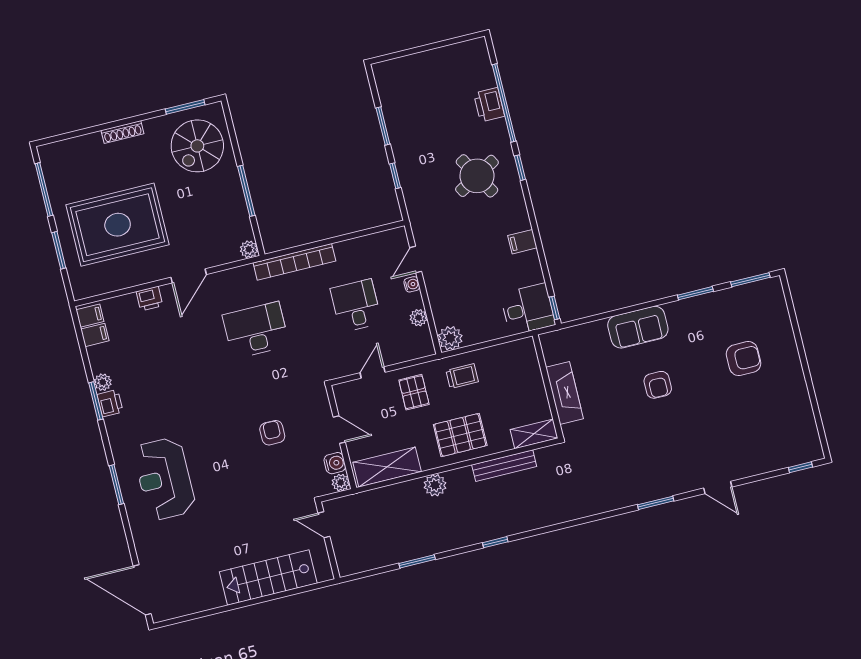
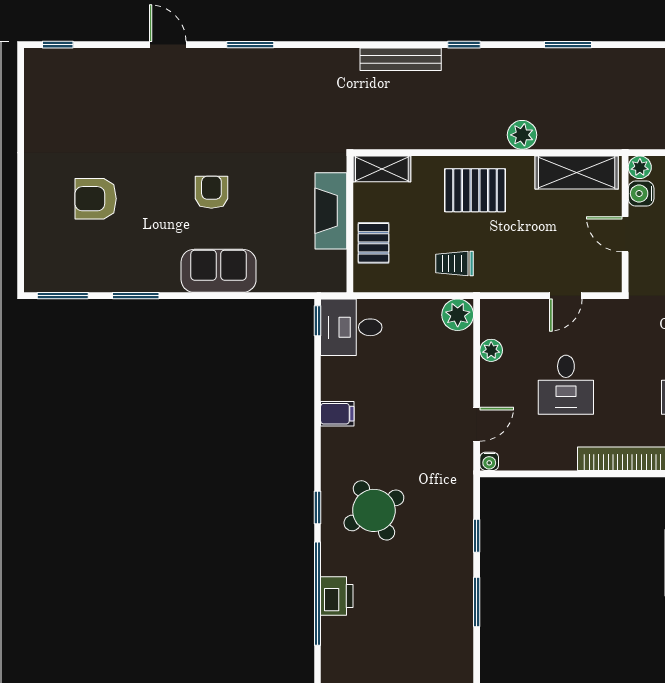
water cooler: (412, 284) -> (489, 461), moved, turned -90
pallet: (414, 392) -> (374, 243), moved
bench: (504, 466) -> (401, 59), moved

